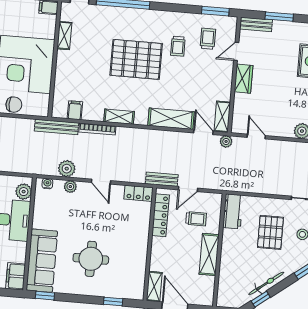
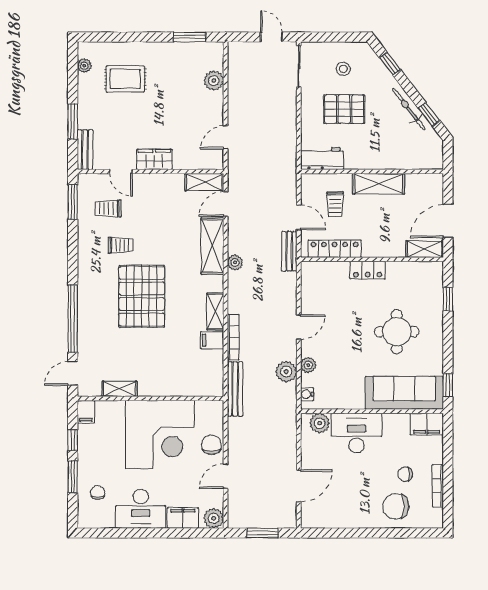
filing cabinet: (75, 110) -> (212, 340), moved
plant: (226, 141) -> (235, 262), moved
locker: (139, 193) -> (368, 270), moved, turned 90
trolley: (196, 219) -> (335, 204), turned 180

